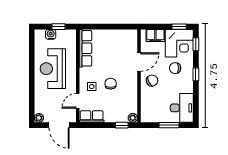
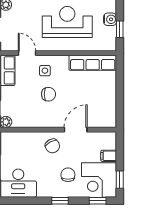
filing cabinet: (155, 36) -> (109, 156), width x0.50
door: (139, 62) -> (76, 130), swing flipped

